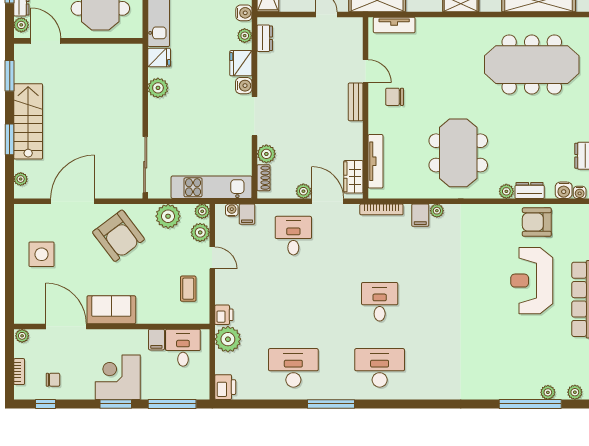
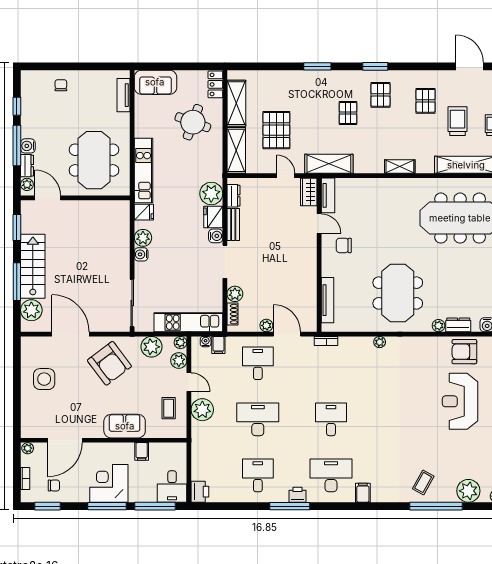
water cooler: (244, 13) -> (141, 254), moved, turned 180
tv unit: (394, 25) -> (328, 195), moved, turned -90
plant: (245, 36) -> (211, 194), width x1.88, depth x1.88
bench: (356, 102) -> (233, 224), moved
window: (10, 139) -> (17, 282), width x1.44
wardrobe: (353, 177) -> (309, 192), moved
plant: (21, 179) -> (31, 310), width x1.88, depth x1.88
door: (73, 201) -> (71, 334), hinge flipped
bookcase: (381, 209) -> (326, 341), width x0.64
filing cabinet: (420, 215) -> (363, 493), moved, turned 180
desk: (293, 302) -> (258, 419), added
sofa: (111, 310) -> (125, 426), moved
printer: (224, 315) -> (297, 495), moved, turned -90
door: (66, 326) -> (65, 440), swing flipped
plant: (228, 339) -> (202, 410), moved
desk: (183, 348) -> (172, 487), moved, turned 180
desk: (293, 368) -> (258, 475), width x0.73
coffee table: (488, 376) -> (423, 482), added
plant: (548, 392) -> (468, 491), width x1.87, depth x1.87
window: (45, 404) -> (47, 506), width x1.50
window: (116, 404) -> (107, 506), width x1.44
window: (530, 404) -> (436, 506), moved

